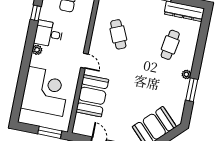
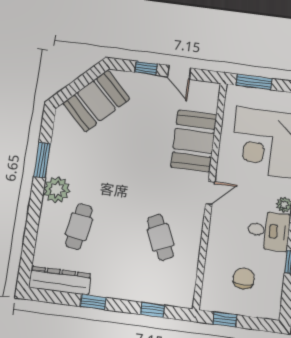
door: (84, 61) -> (210, 193), swing flipped
plant: (186, 74) -> (57, 190), width x1.87, depth x1.87

